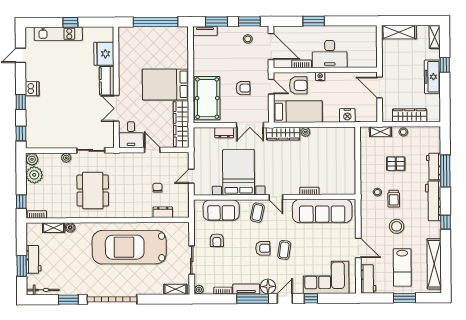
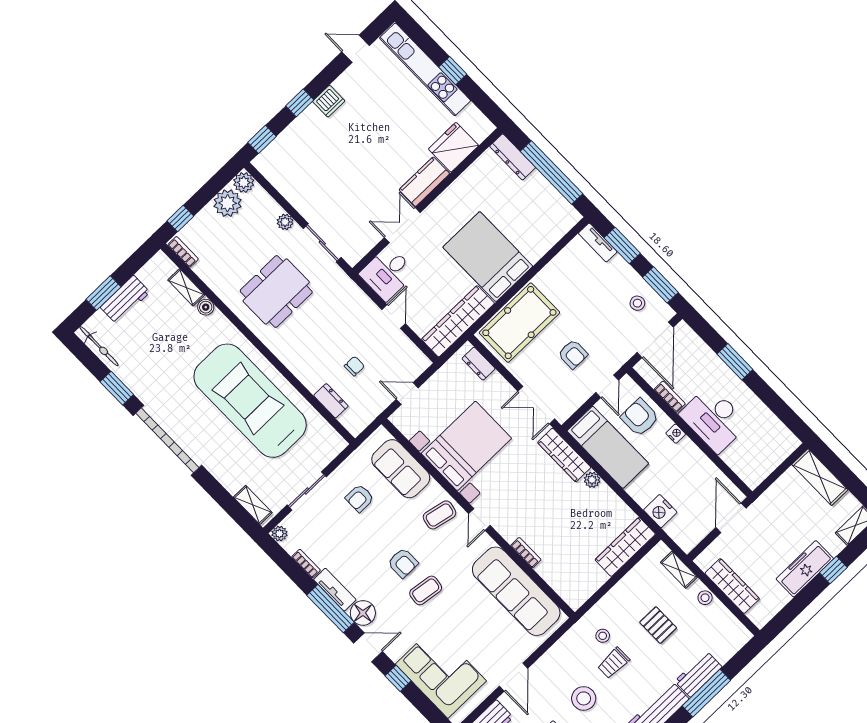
dresser: (133, 32) -> (513, 157), added
kitchen unit: (58, 34) -> (425, 69), width x1.36
armchair: (298, 85) -> (640, 417), turned 180
dresser: (224, 133) -> (479, 364), moved
wardrobe: (348, 145) -> (625, 547), added

